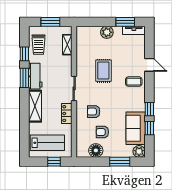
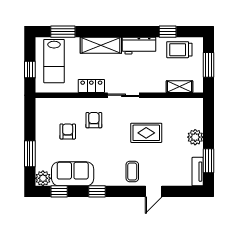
window: (24, 78) -> (63, 32), moved
window: (149, 128) -> (59, 191), moved
floor lamp: (96, 150) -> (44, 123), removed

